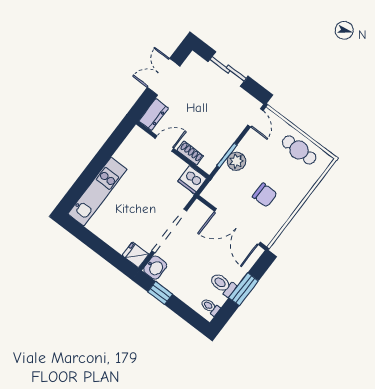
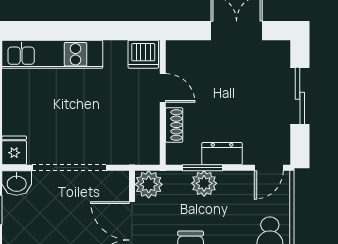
dresser: (154, 115) -> (222, 154), moved, turned 180
dishwasher: (192, 180) -> (143, 54), moved, turned -90
plant: (213, 193) -> (149, 184), added

